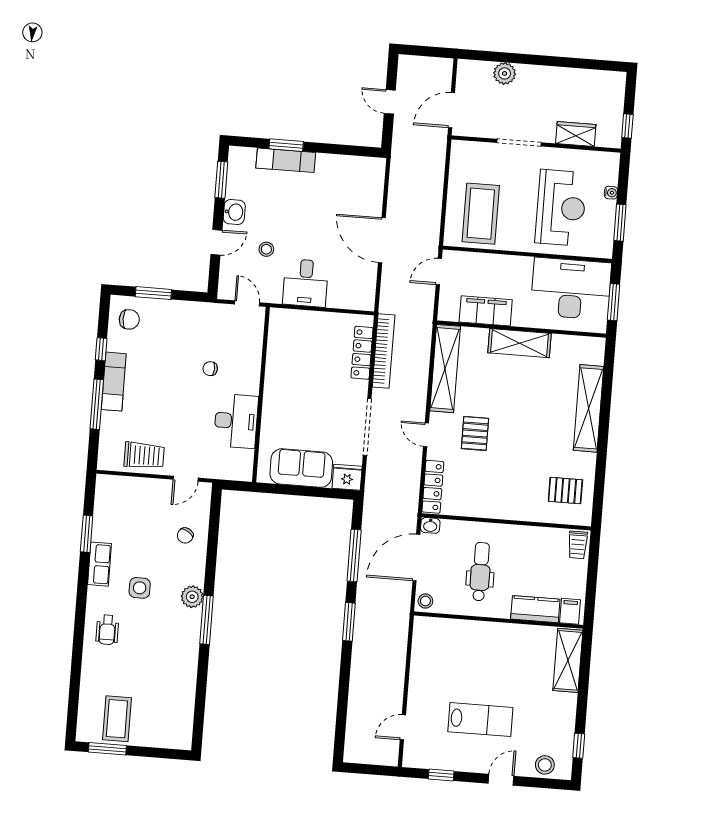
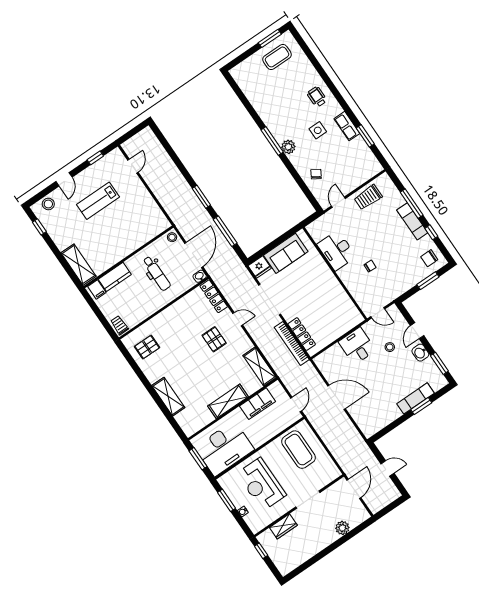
shelving: (445, 369) -> (260, 366), width x0.68
shelving: (588, 408) -> (168, 397), width x0.68
coffee table: (117, 719) -> (277, 57), turned 90

